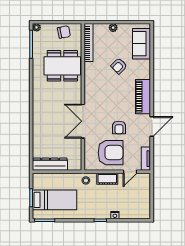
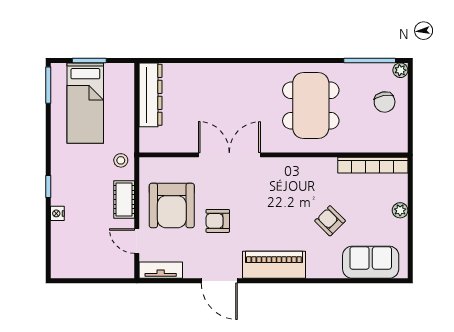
chair: (64, 32) -> (385, 102), moved
dining table: (62, 66) -> (311, 105), moved

